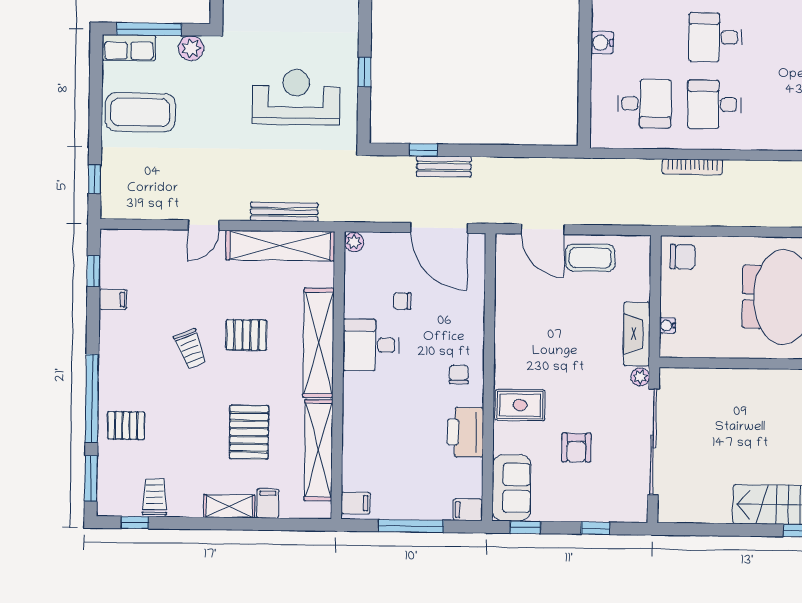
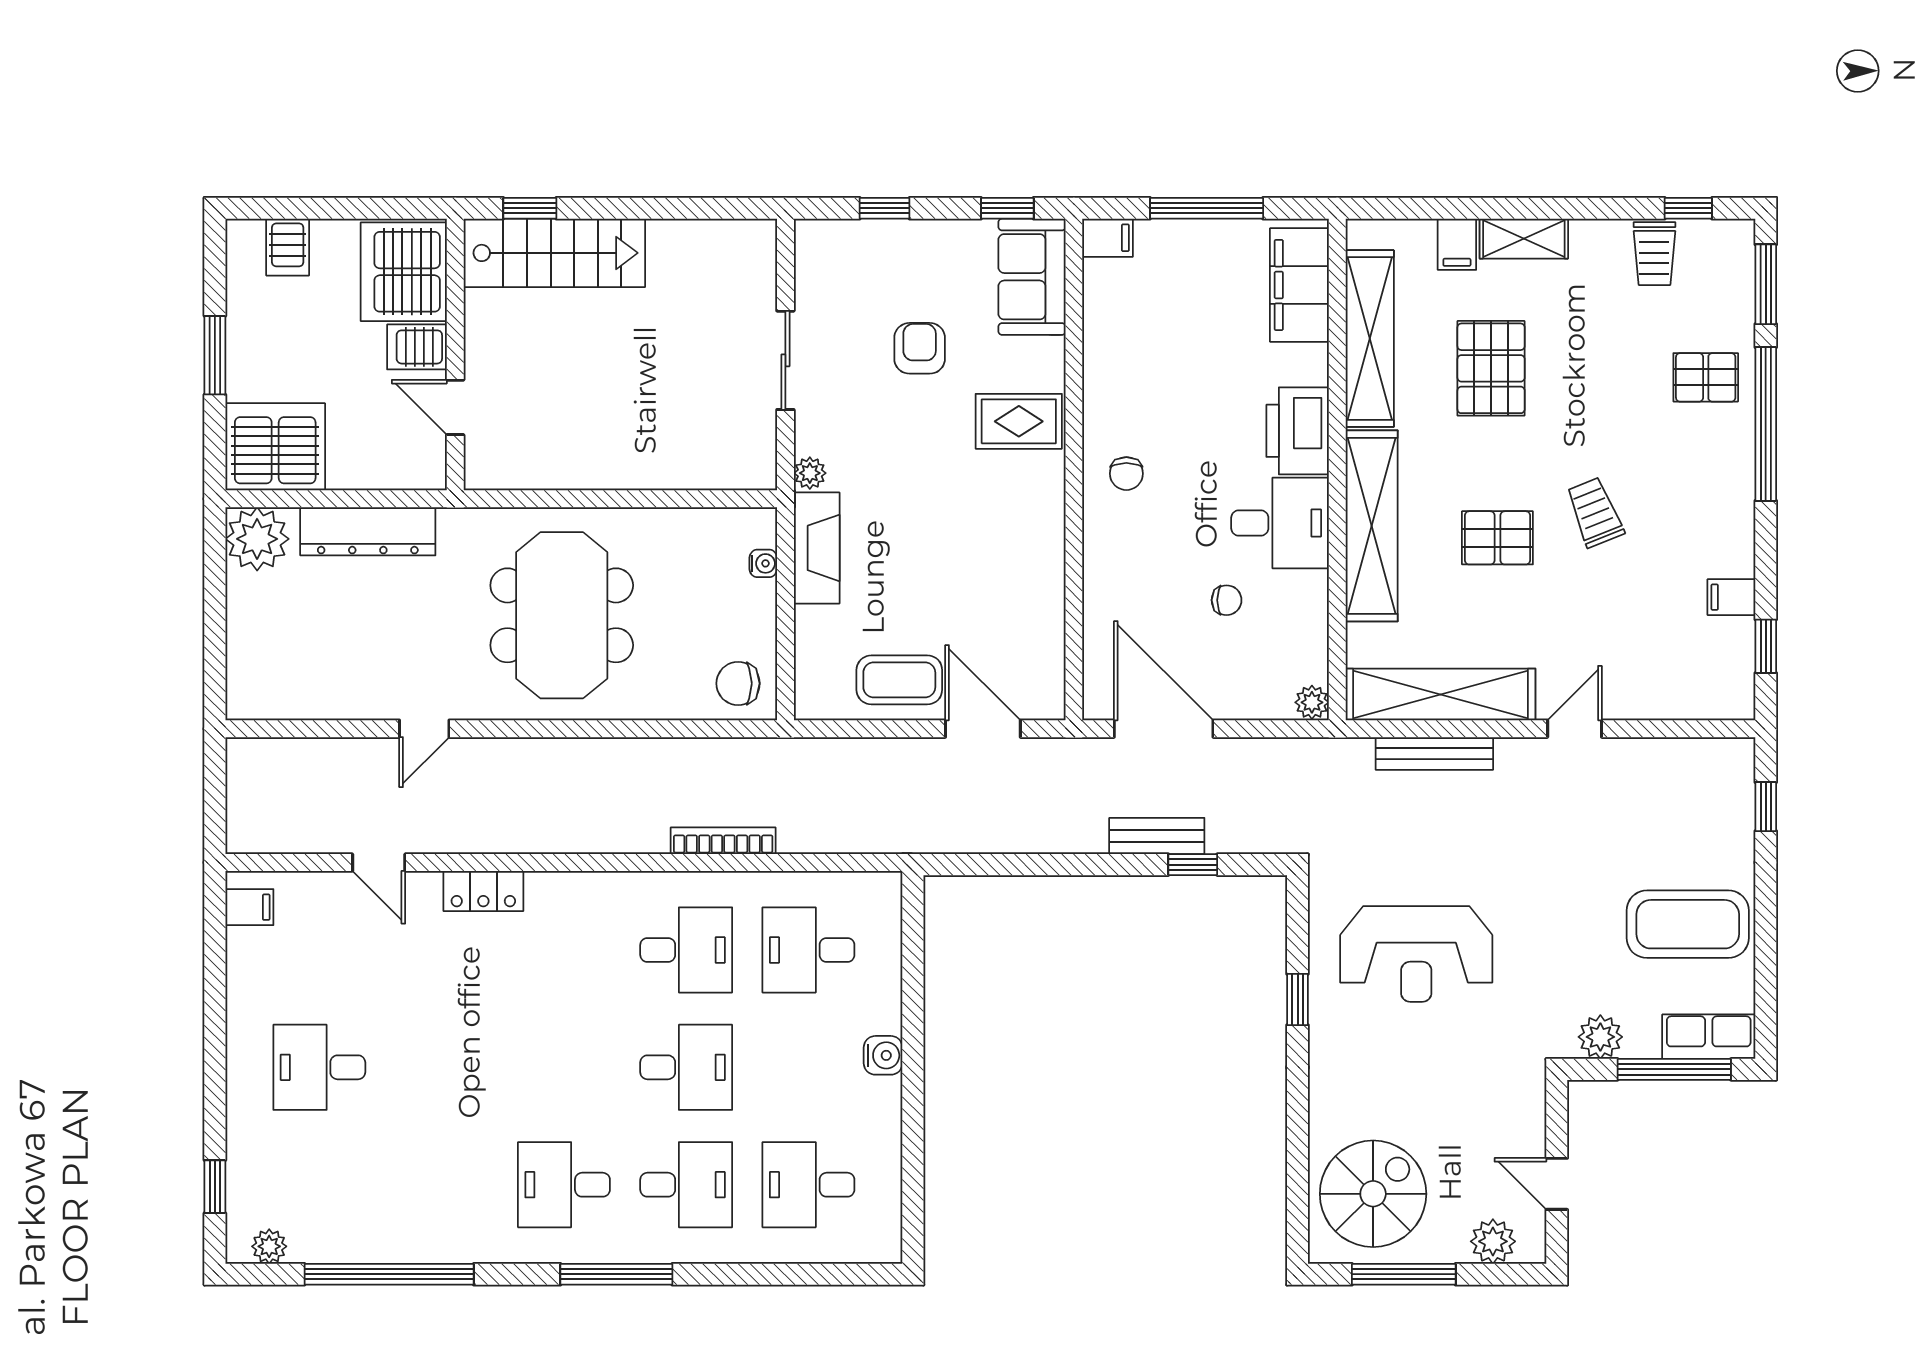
printer: (465, 432) -> (1298, 431), moved, turned 180
sliding door: (653, 442) -> (785, 360), width x0.54
filing cabinet: (356, 503) -> (1299, 285), width x3.00, depth x1.17

